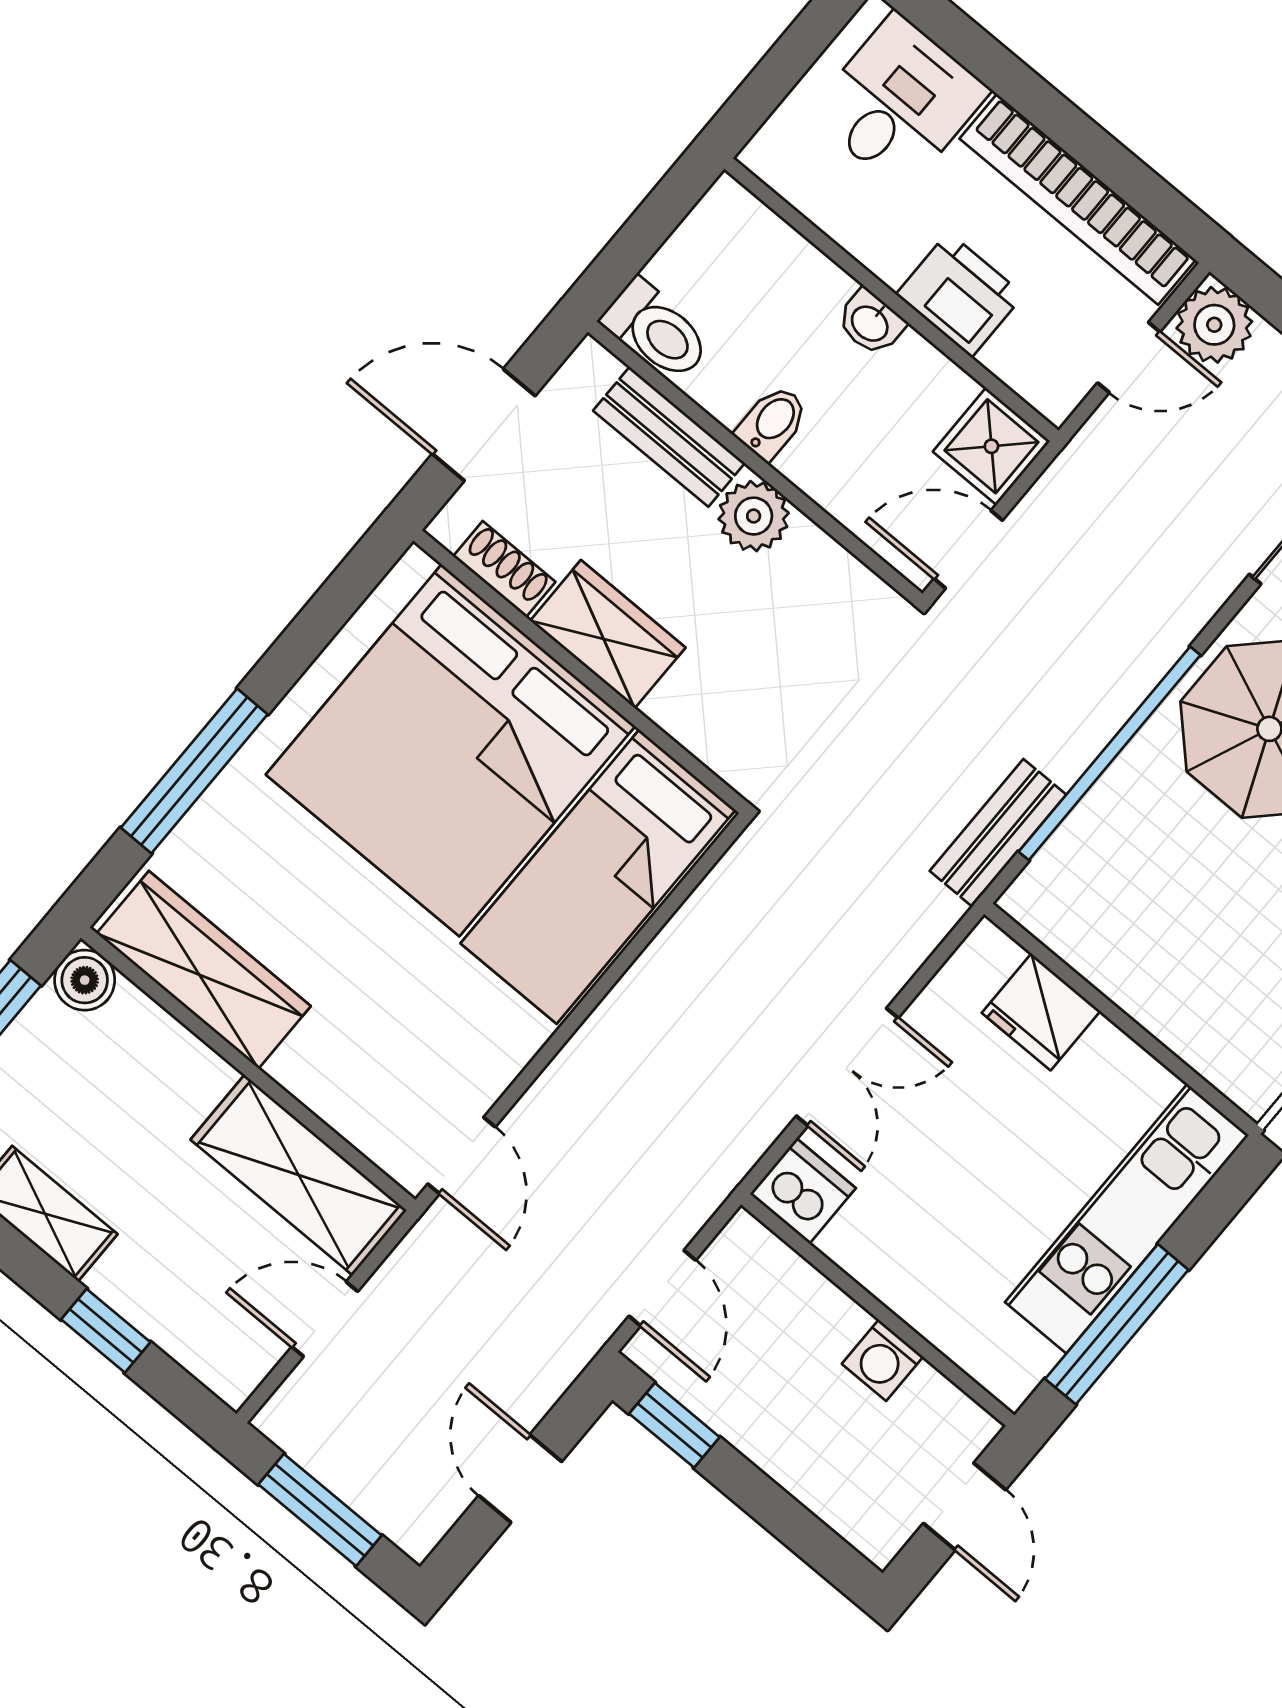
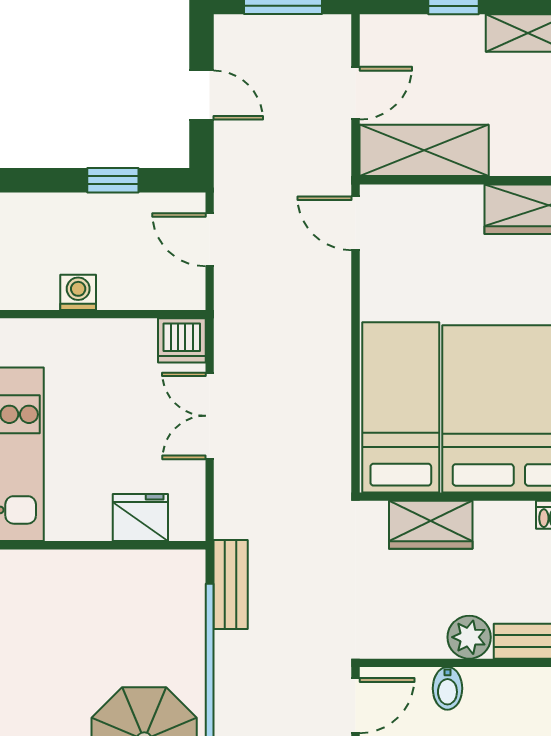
bidet: (772, 422) -> (447, 688), moved
wardrobe: (608, 634) -> (431, 525), moved
window: (674, 1425) -> (113, 180), moved

